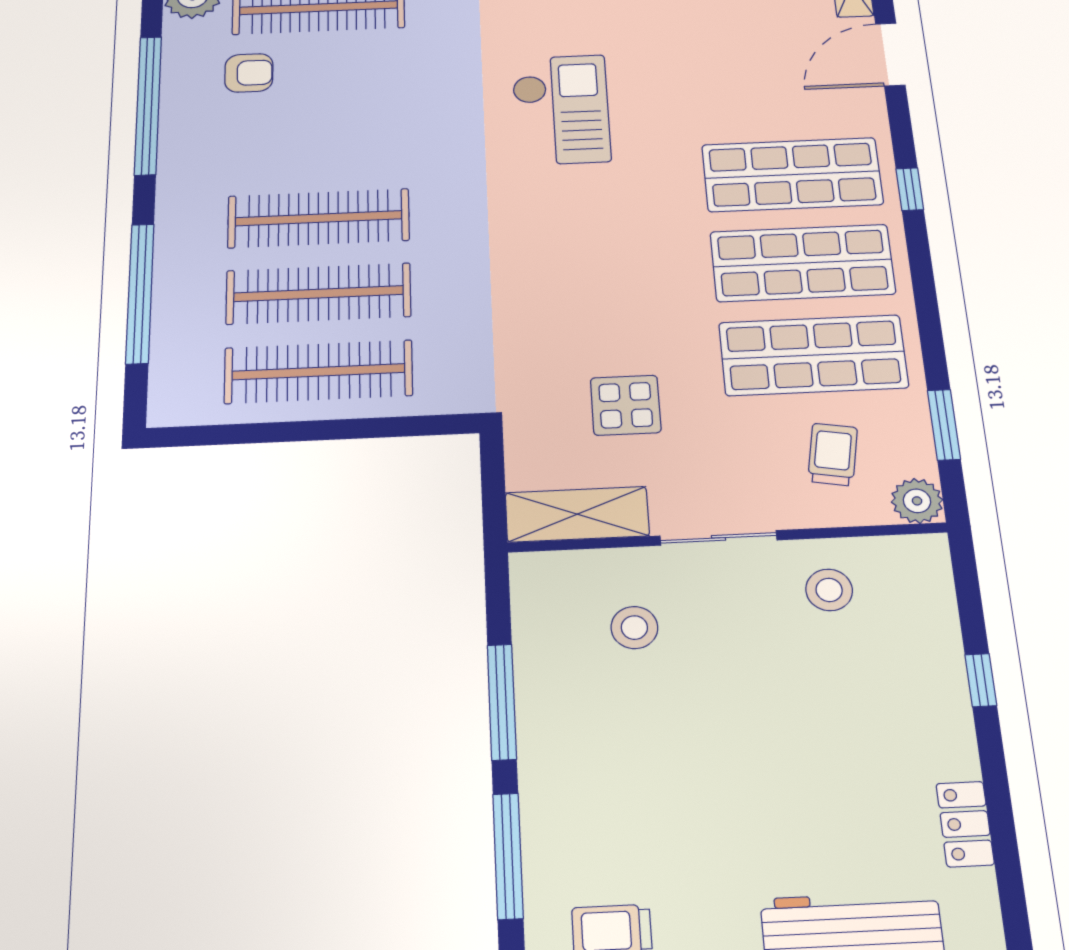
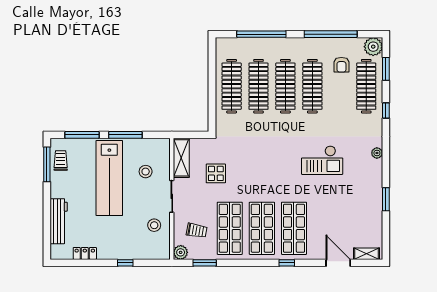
clothes rail: (319, 146) -> (312, 86), added
lab bench: (668, 750) -> (109, 178), added

